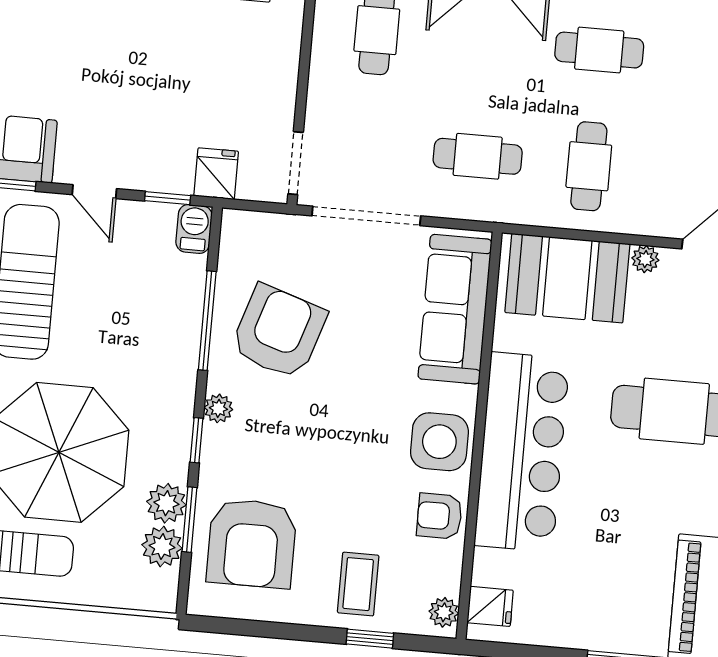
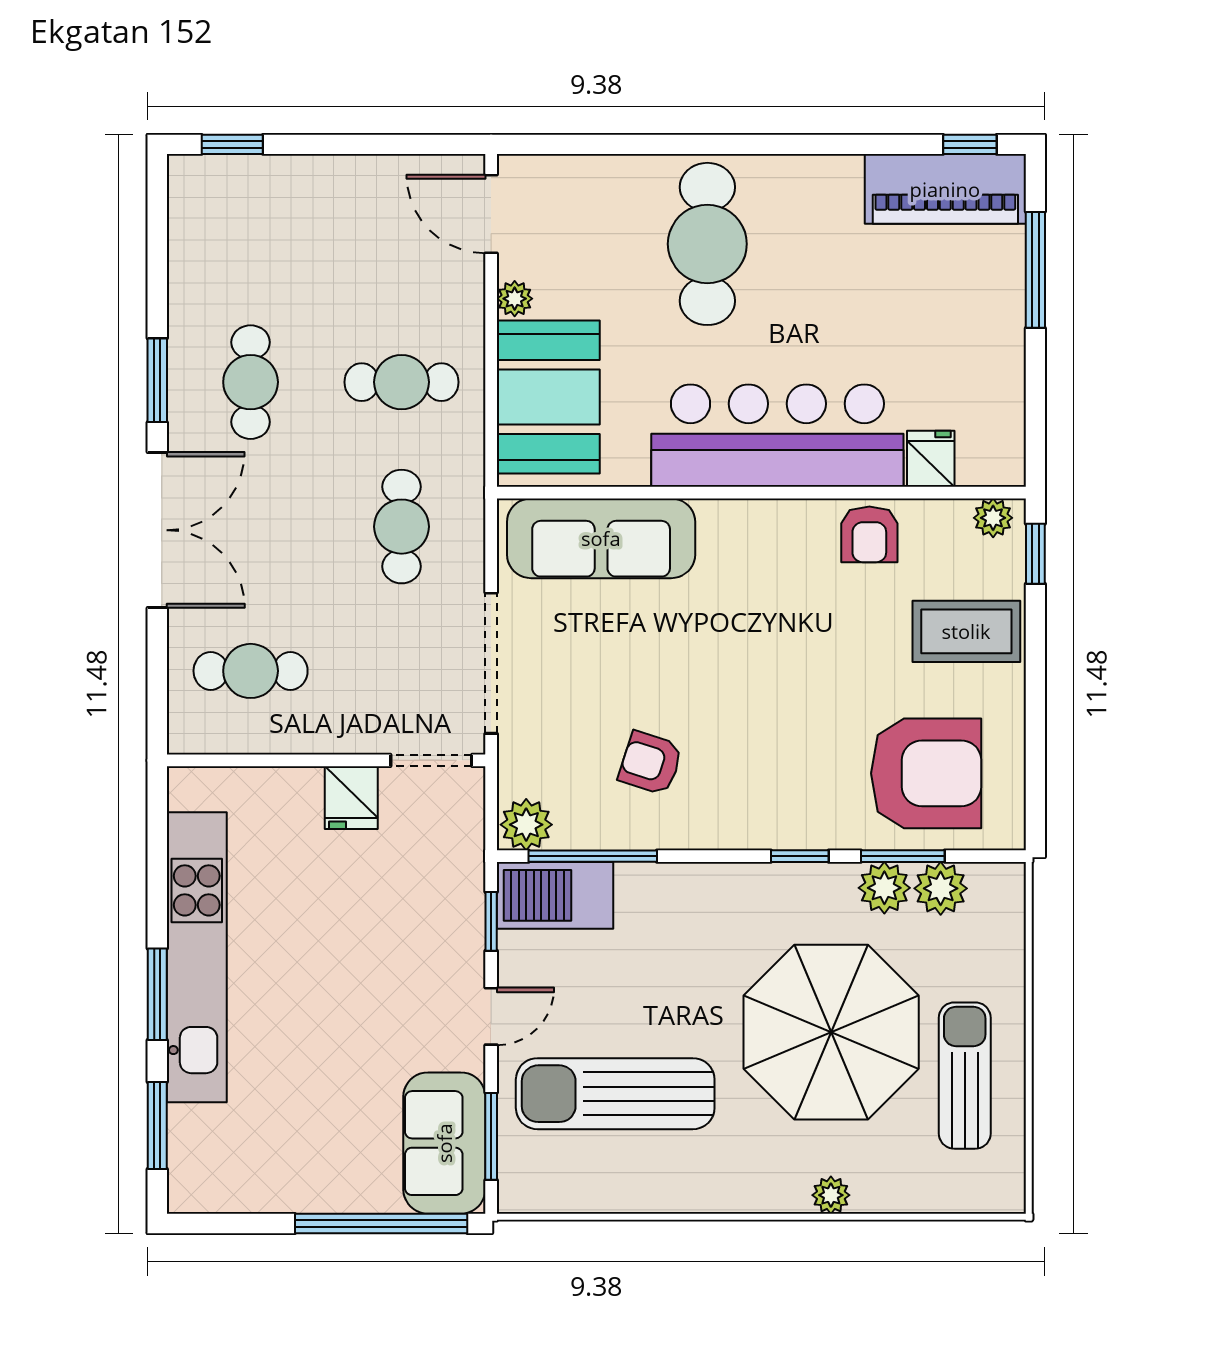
fridge: (216, 174) -> (351, 798), moved, turned -90
barbecue: (194, 229) -> (555, 895), width x1.88, depth x1.53
window: (207, 321) -> (593, 856), moved
armchair: (278, 332) -> (651, 763), width x0.53, depth x0.53
plant: (218, 408) -> (526, 825), moved, width x1.38, depth x1.38
side table: (439, 442) -> (774, 543), removed
coffee table: (358, 584) -> (966, 631), width x1.36, depth x1.30
fridge: (490, 606) -> (931, 459), moved
window: (370, 639) -> (1035, 554), moved

